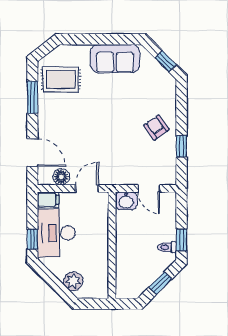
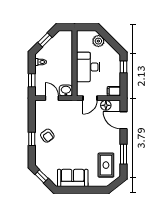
rug: (61, 79) -> (106, 165), turned 90
window: (182, 146) -> (32, 139), moved
desk: (56, 233) -> (88, 67), moved, turned 180
window: (182, 240) -> (32, 80), moved

